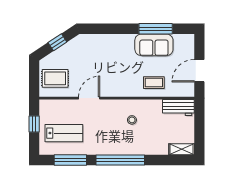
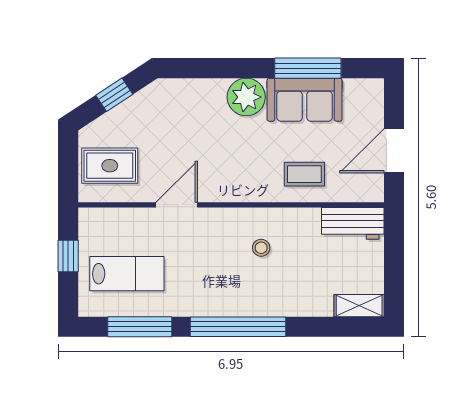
plant: (124, 43) -> (246, 97), added

